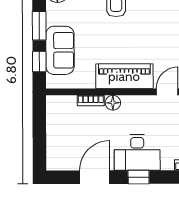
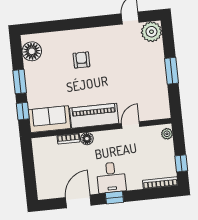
sofa: (60, 50) -> (49, 119), moved, turned -90
desk: (137, 152) -> (111, 177), width x0.73

